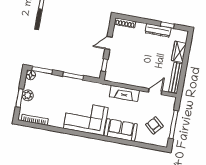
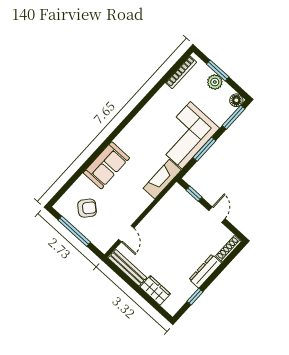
dresser: (158, 30) -> (205, 271), moved
fireplace: (124, 93) -> (162, 179), moved
corner sofa: (86, 118) -> (186, 135), moved, turned 180

